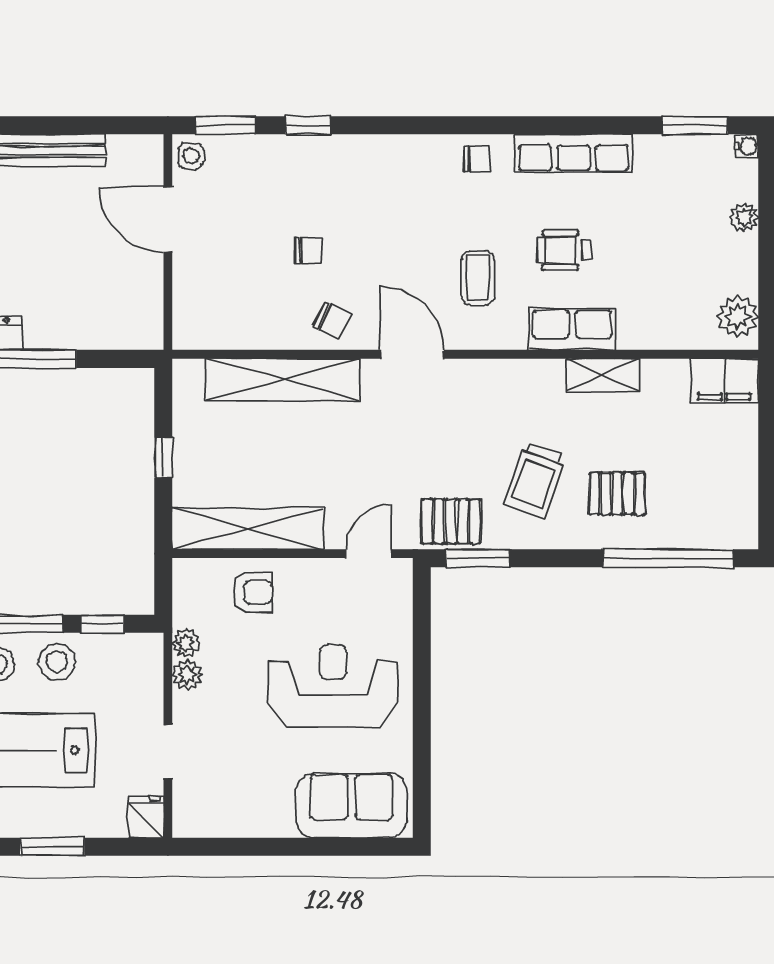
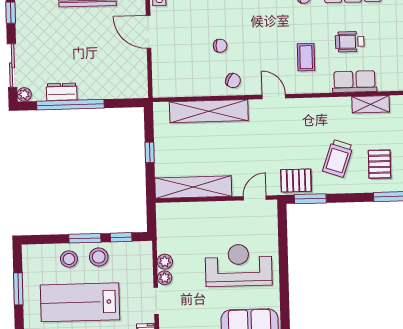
door: (412, 354) -> (274, 97), width x0.73
pallet: (617, 494) -> (380, 164), turned 90
armchair: (252, 592) -> (197, 219), removed
plant: (186, 643) -> (165, 278), moved

